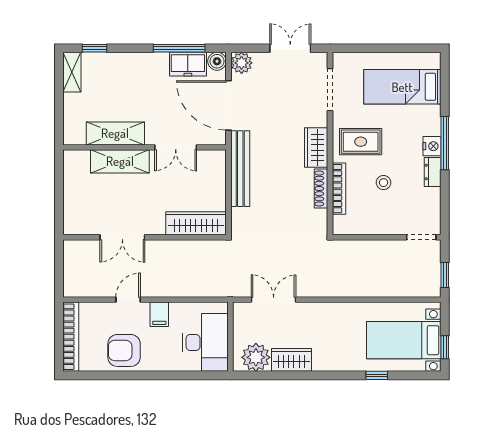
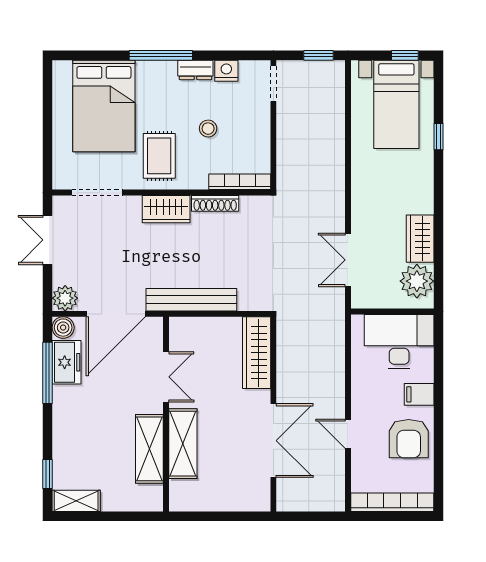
bed: (402, 87) -> (104, 106), width x1.50
nightstand: (432, 146) -> (226, 71), moved
bookcase: (339, 189) -> (240, 182), moved
double door: (122, 237) -> (273, 441), width x1.37
filing cabinet: (159, 314) -> (419, 394), moved, turned 180

